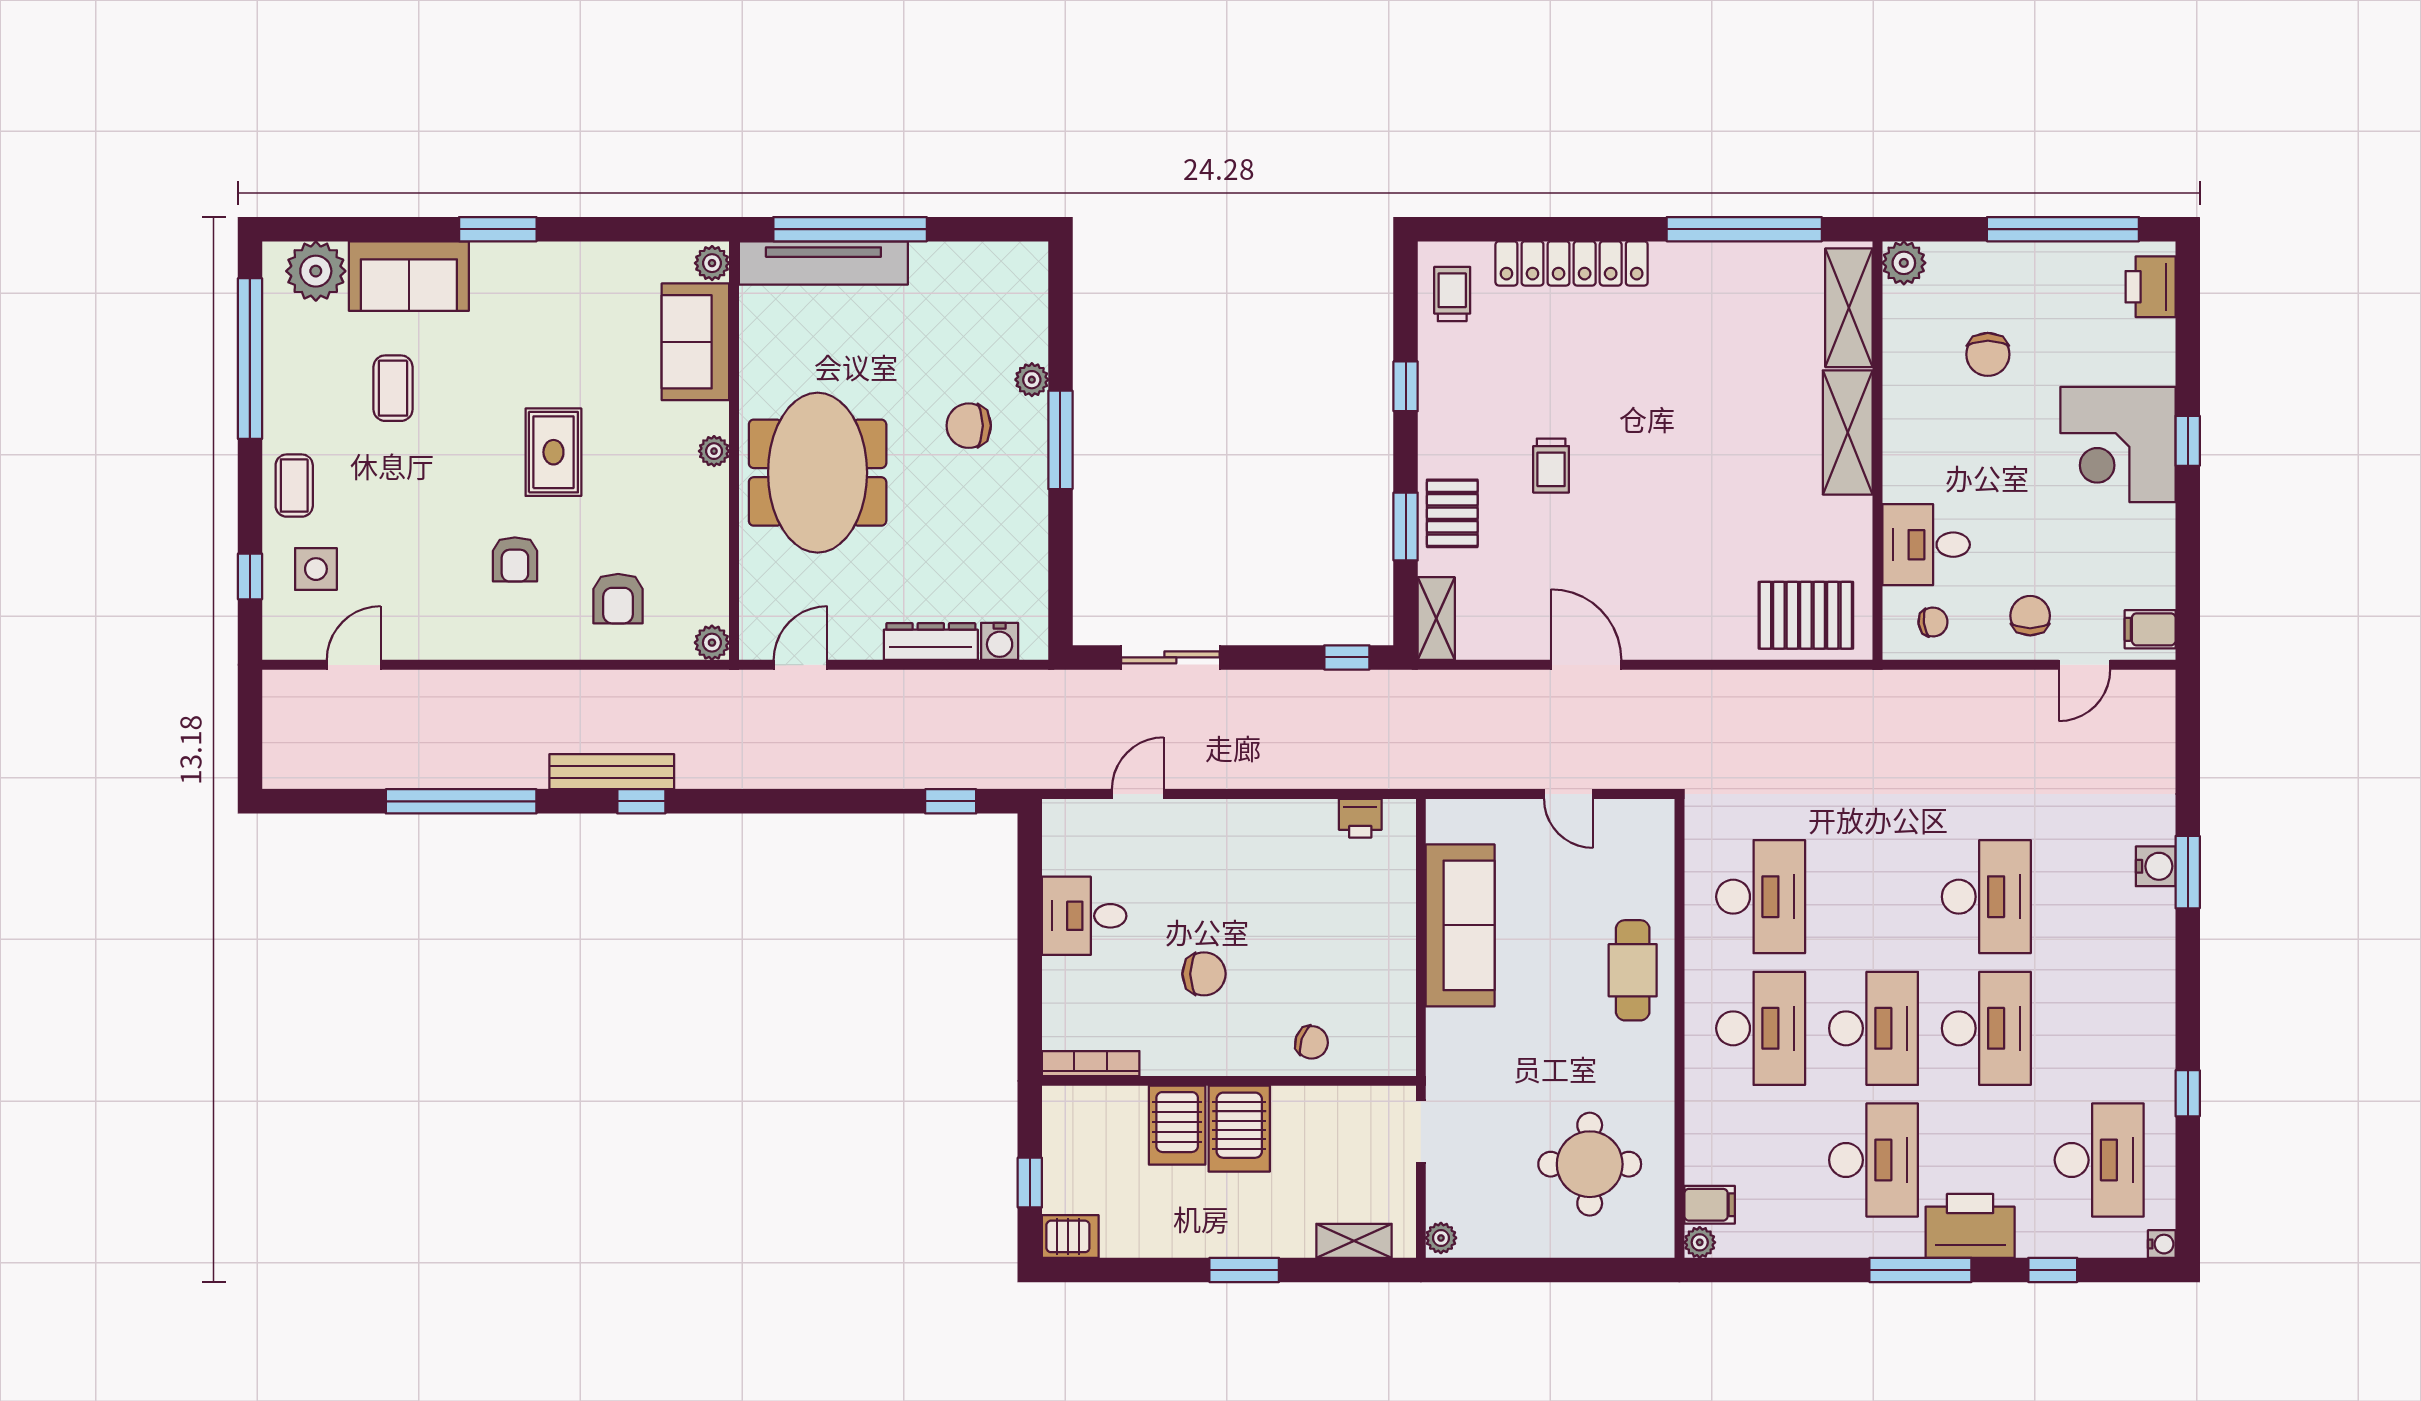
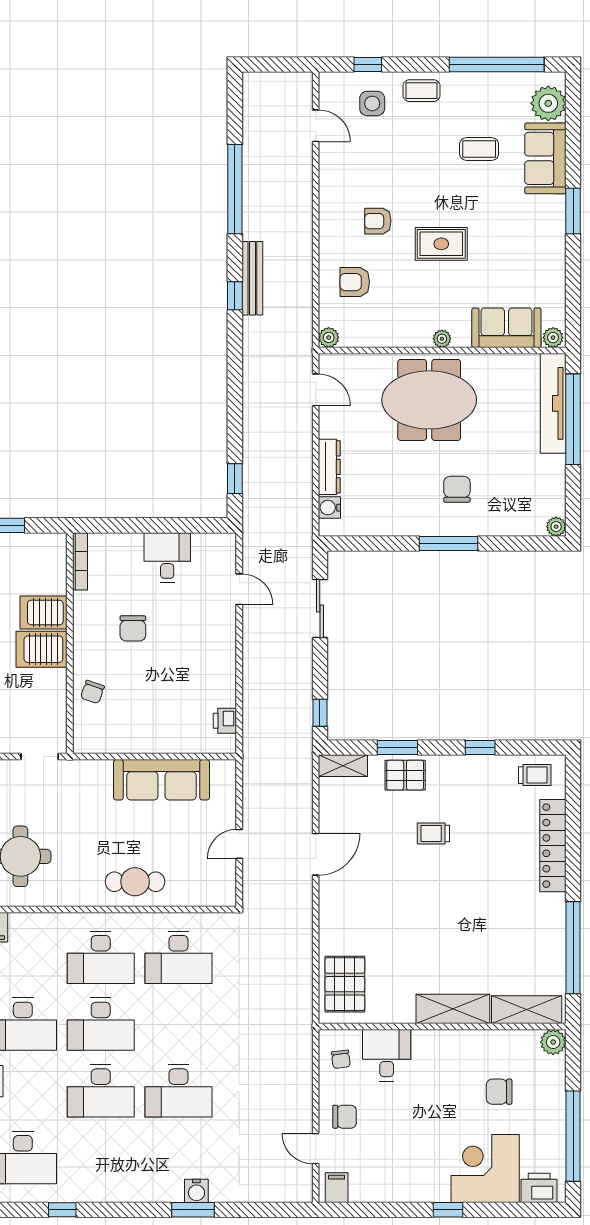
plant: (1032, 380) -> (556, 527), moved
corner desk: (2118, 445) -> (485, 1169), moved

